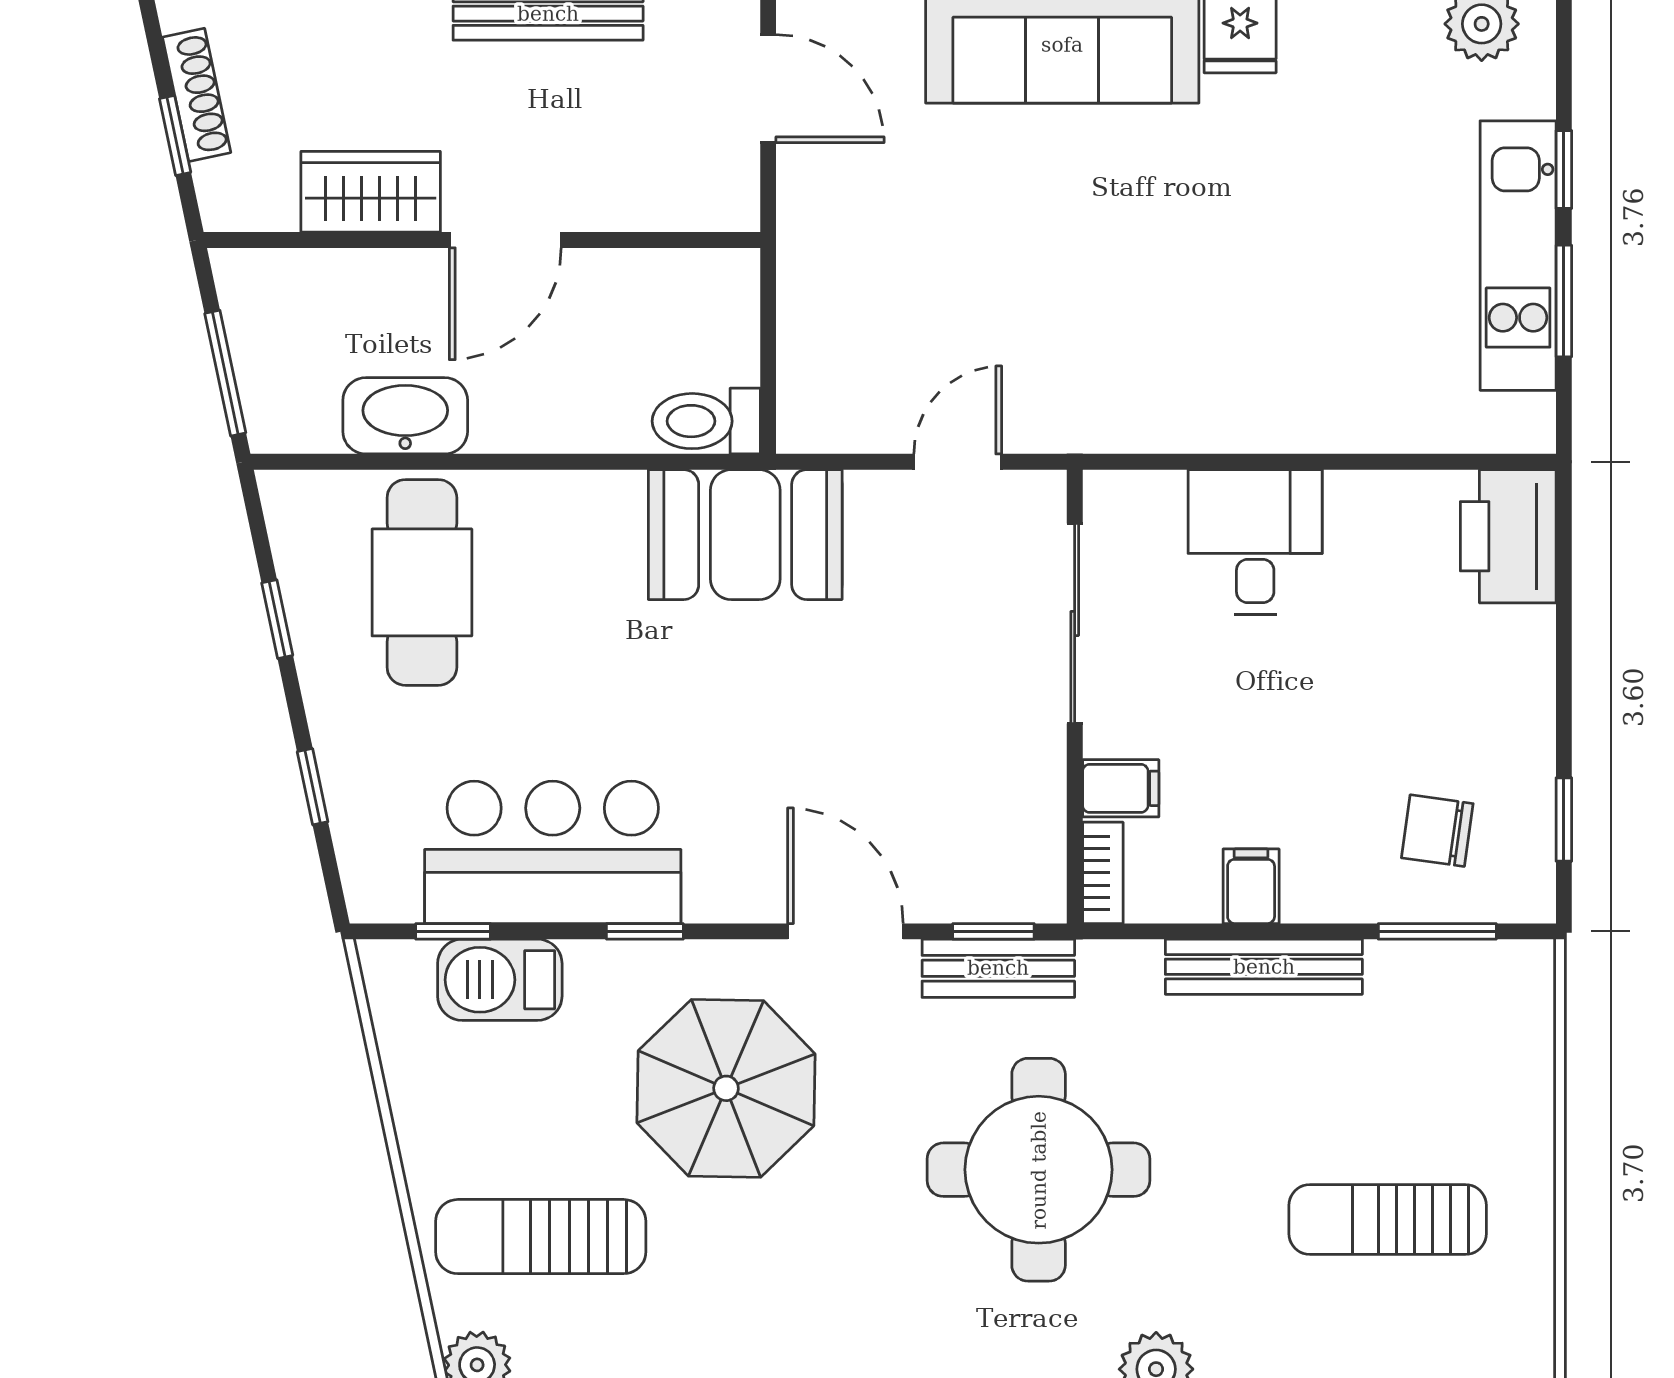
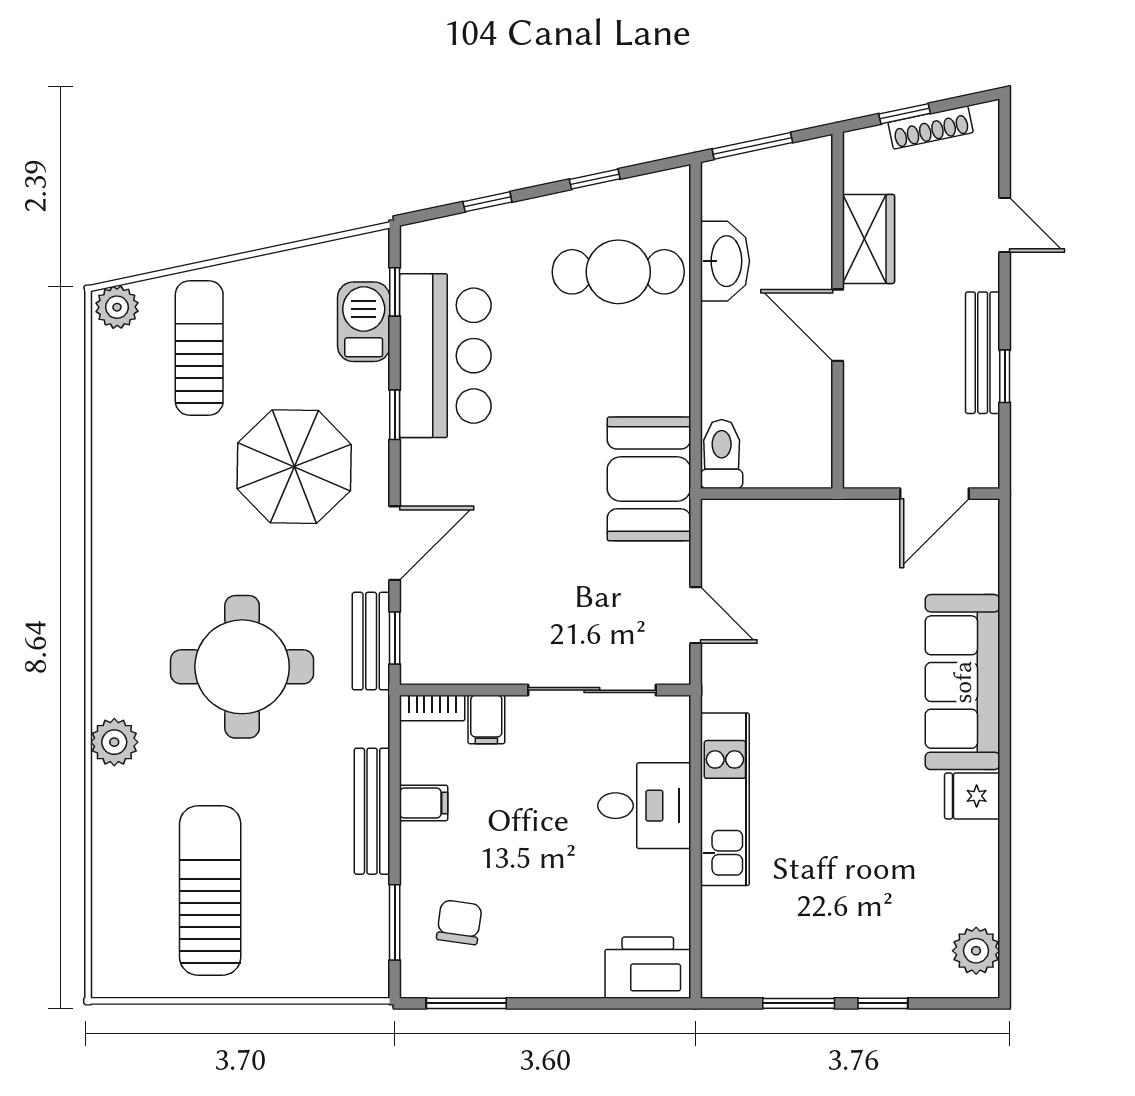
kitchen unit: (1518, 256) -> (725, 799), moved, turned 90
window: (1564, 820) -> (466, 1003), width x1.50
sun lounger: (1388, 1220) -> (210, 890), width x1.36, depth x1.34

